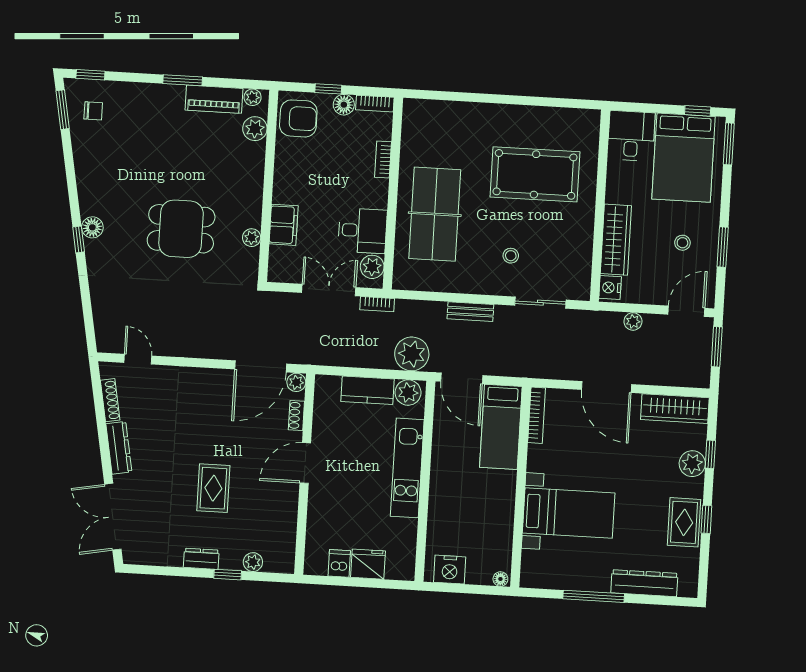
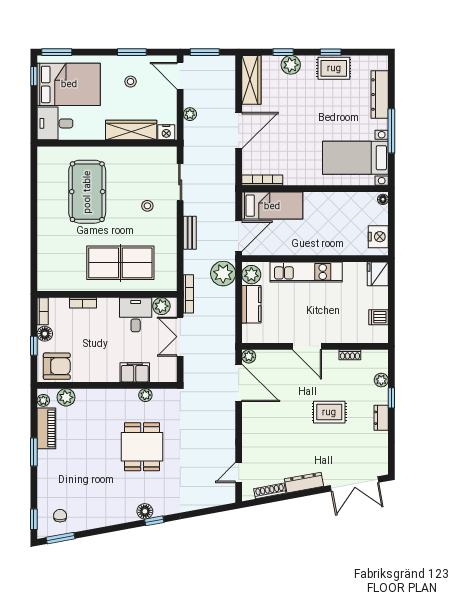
armchair: (298, 118) -> (57, 366), turned 90
bookcase: (377, 304) -> (188, 294), width x1.56
shoe rack: (296, 415) -> (350, 355), moved
bed with nightstands: (569, 513) -> (355, 158), moved, turned -90
fridge: (368, 564) -> (378, 274), moved

